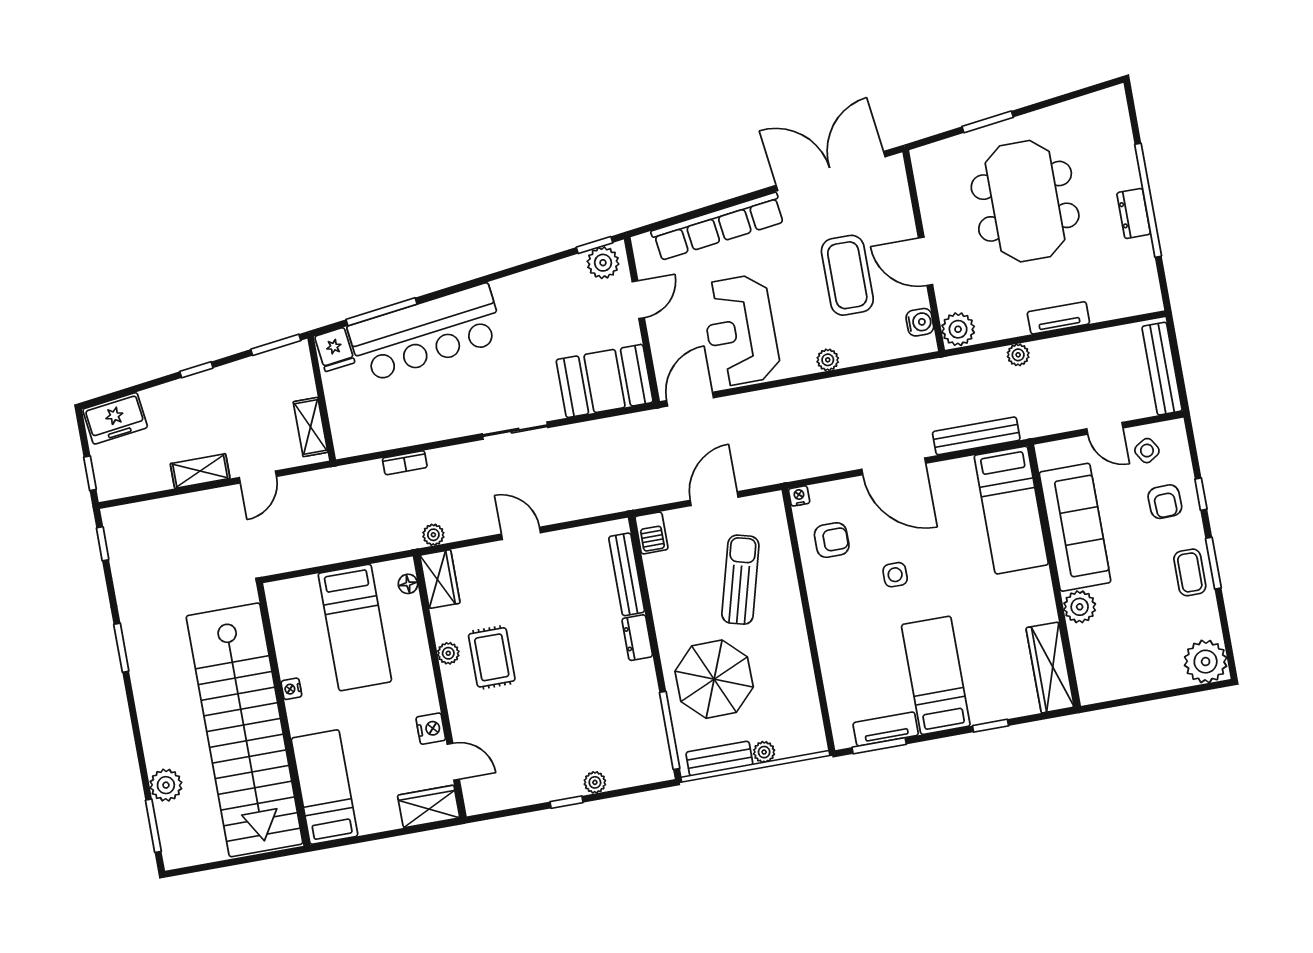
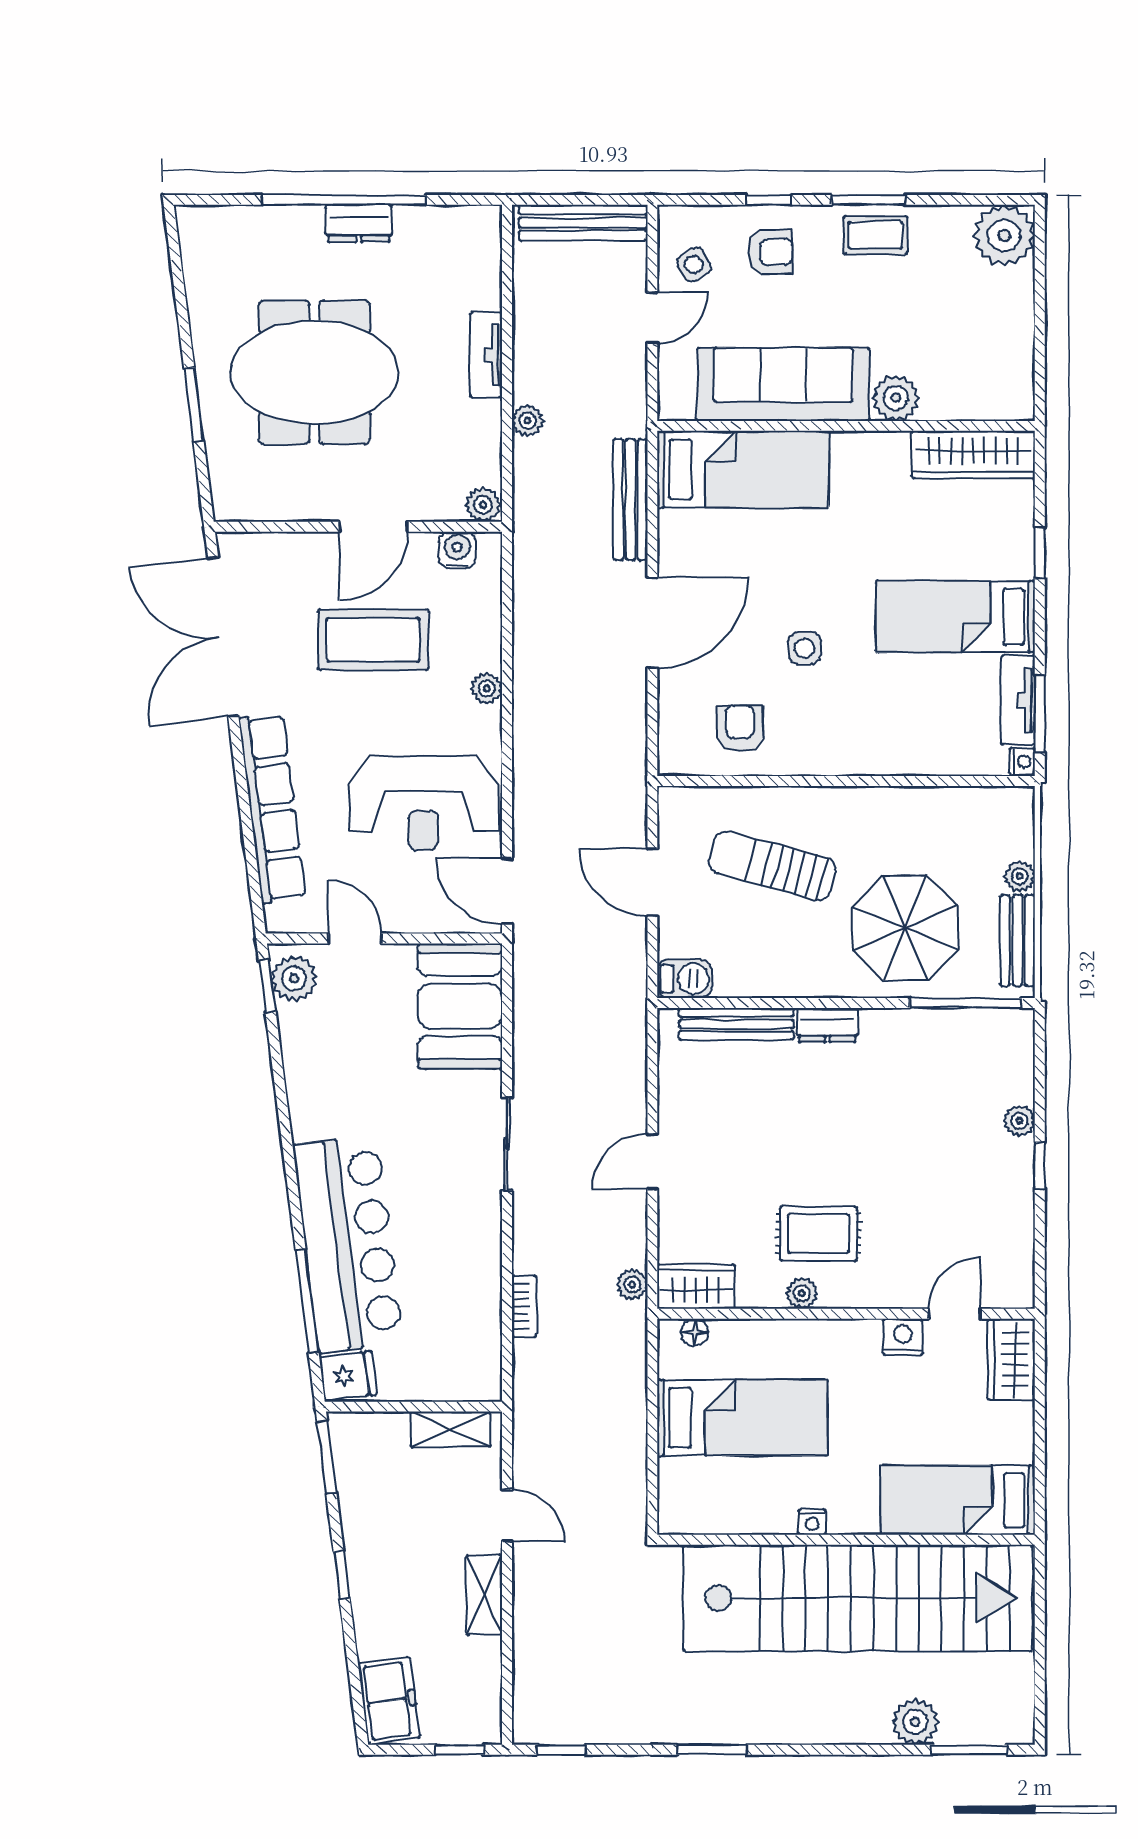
plant: (958, 329) -> (483, 505), width x0.73, depth x0.73
nightstand: (799, 496) -> (1022, 762), moved, turned 180

